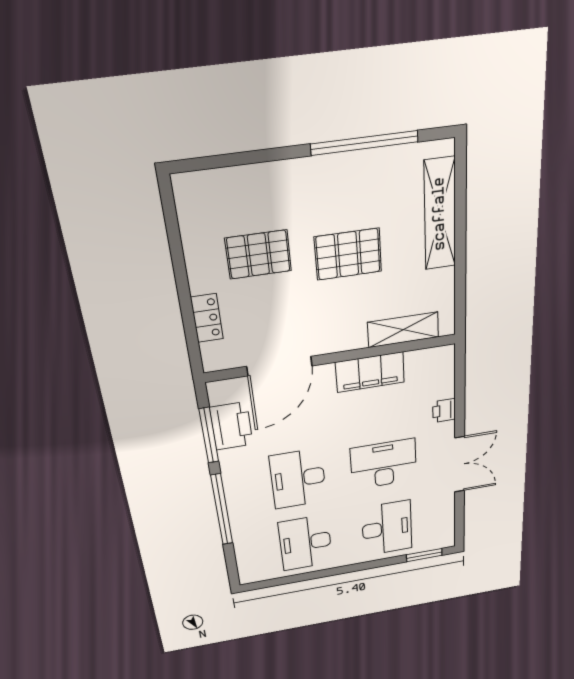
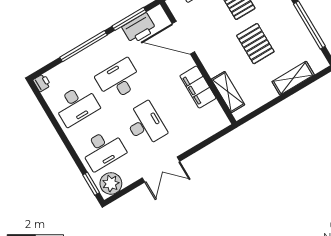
shelving: (440, 214) -> (293, 78), width x0.68
printer: (444, 411) -> (42, 83), moved, turned 90
plant: (439, 532) -> (111, 183), added
desk: (305, 543) -> (76, 105), turned 180

